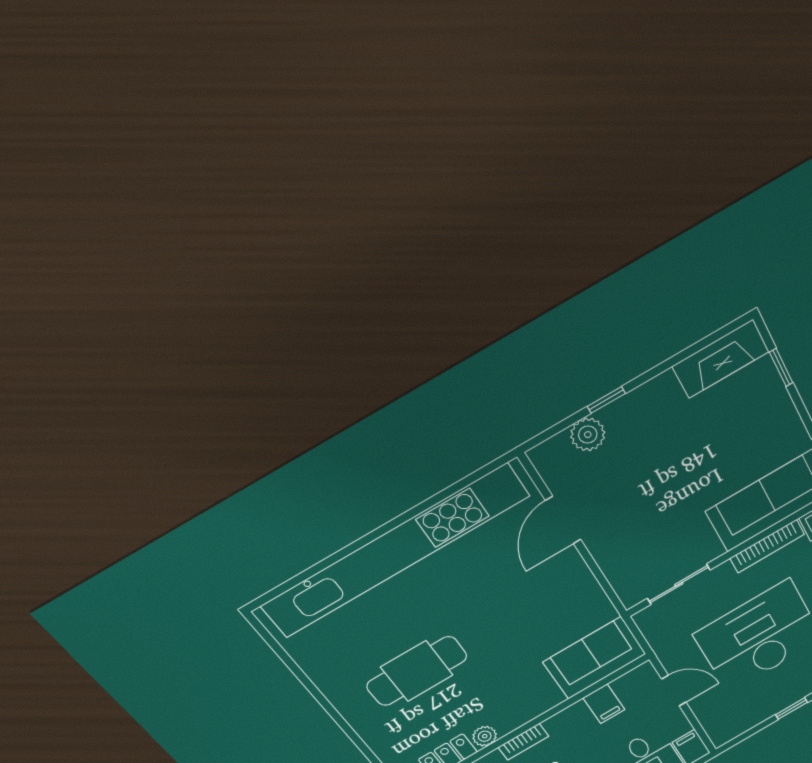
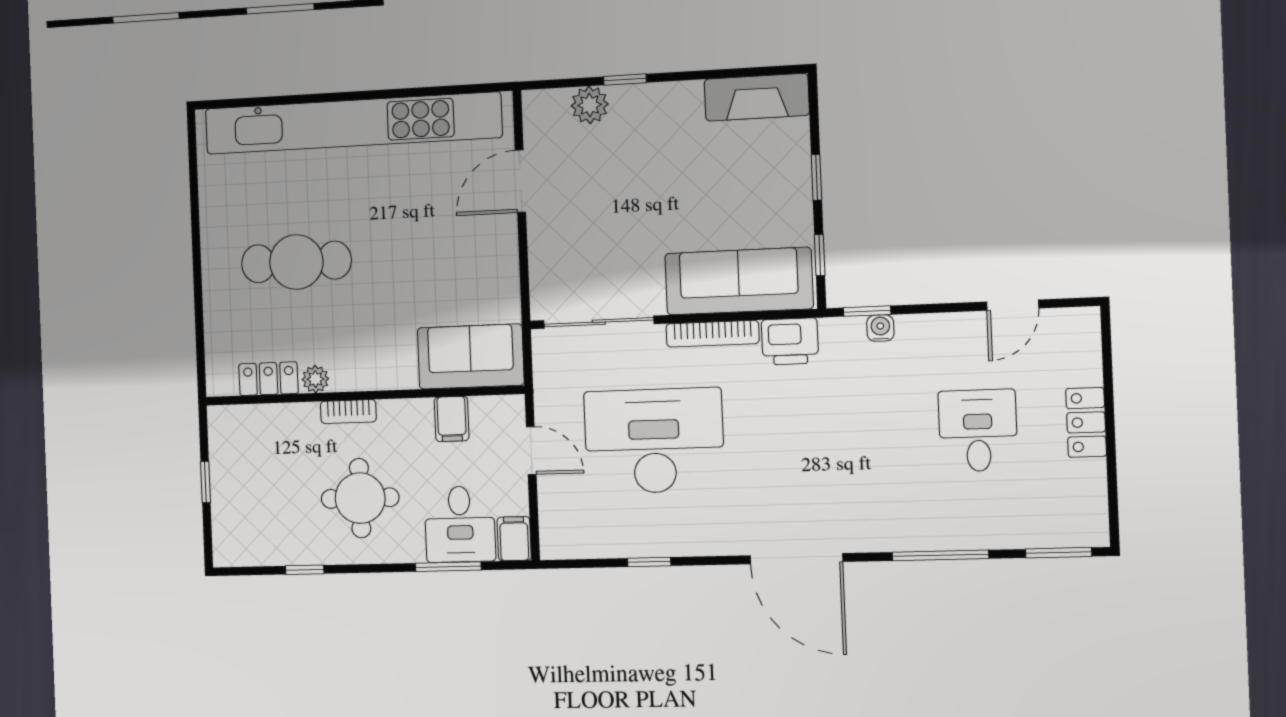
window: (781, 368) -> (816, 177), moved
sliding door: (679, 584) -> (599, 322), width x1.37

